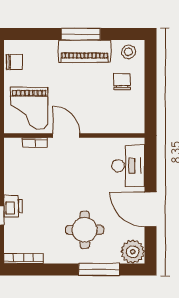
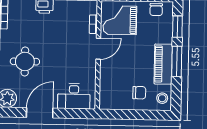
window: (36, 34) -> (177, 27), added

